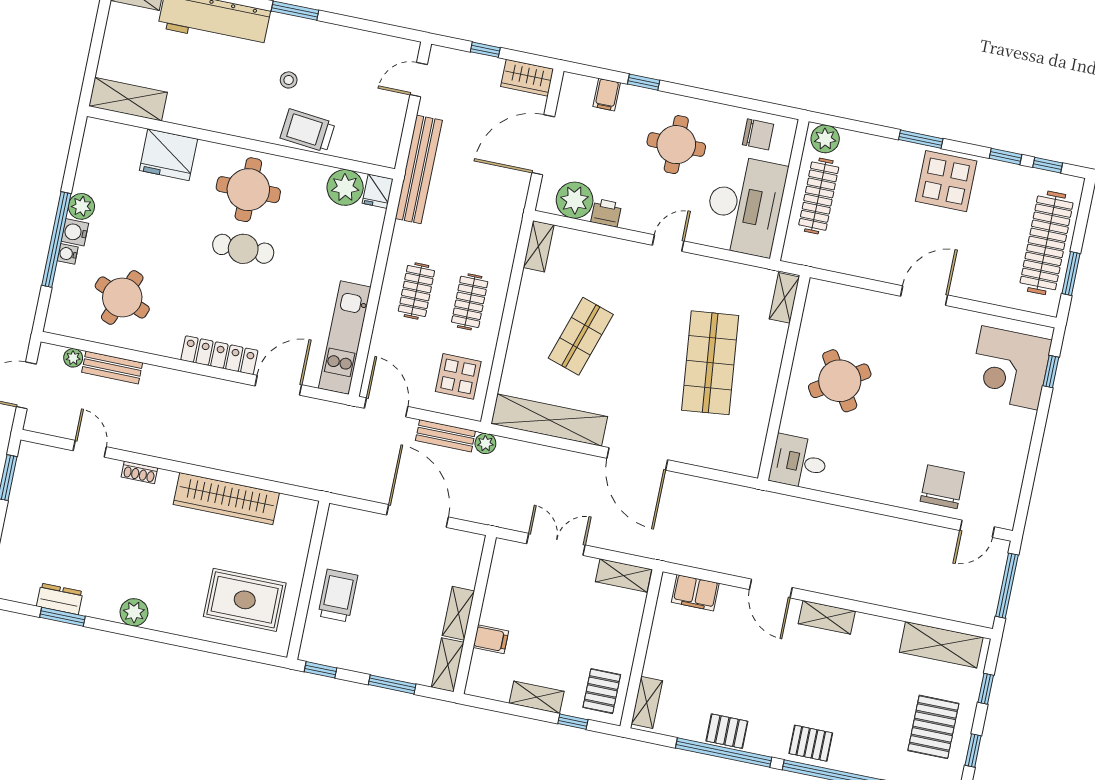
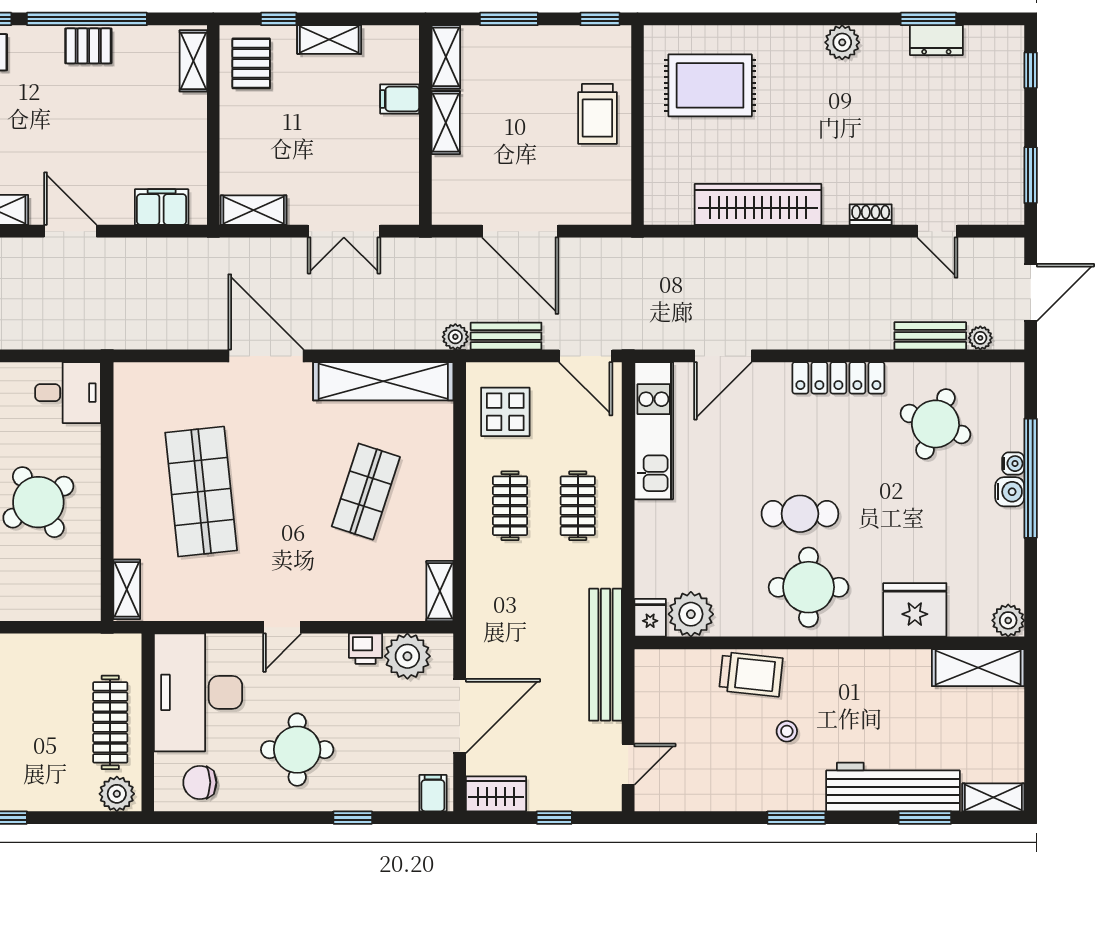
filing cabinet: (607, 95) -> (433, 793), moved
plant: (81, 206) -> (1008, 620), moved
locker: (219, 355) -> (838, 378), moved

